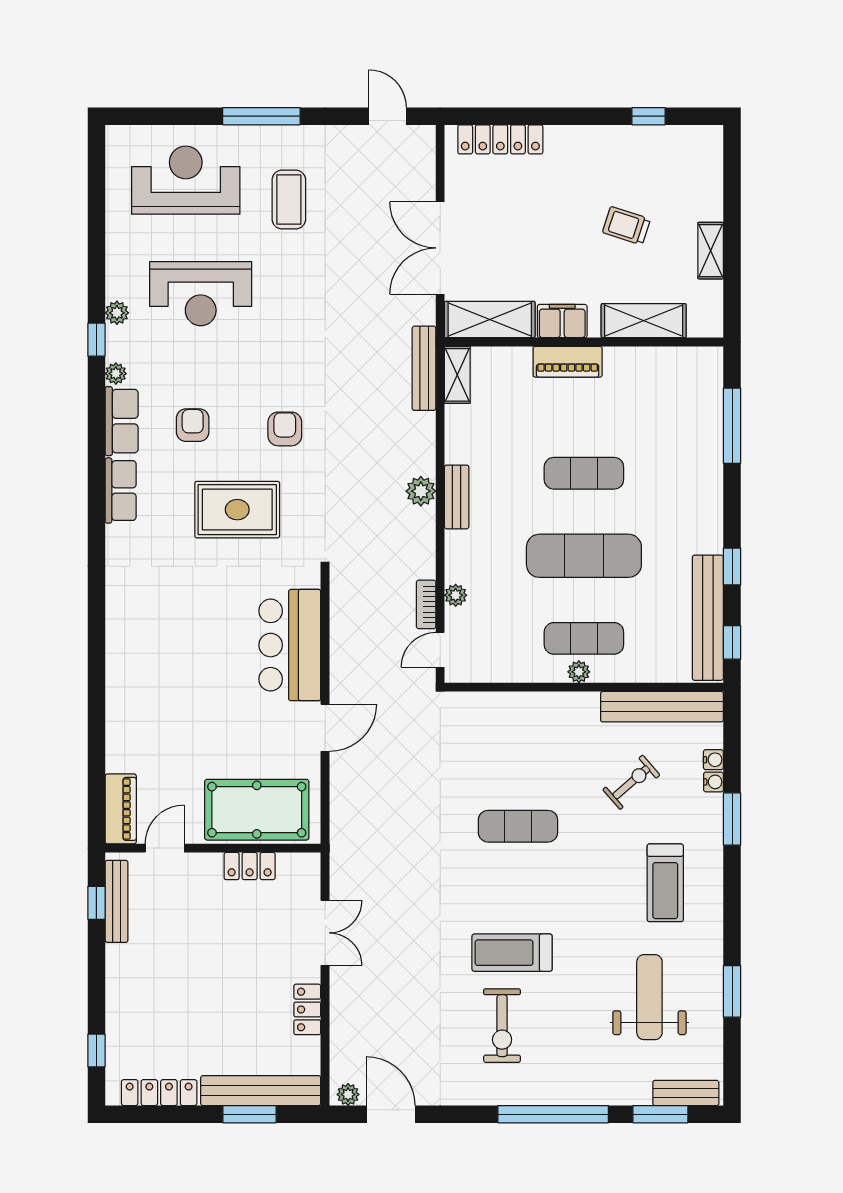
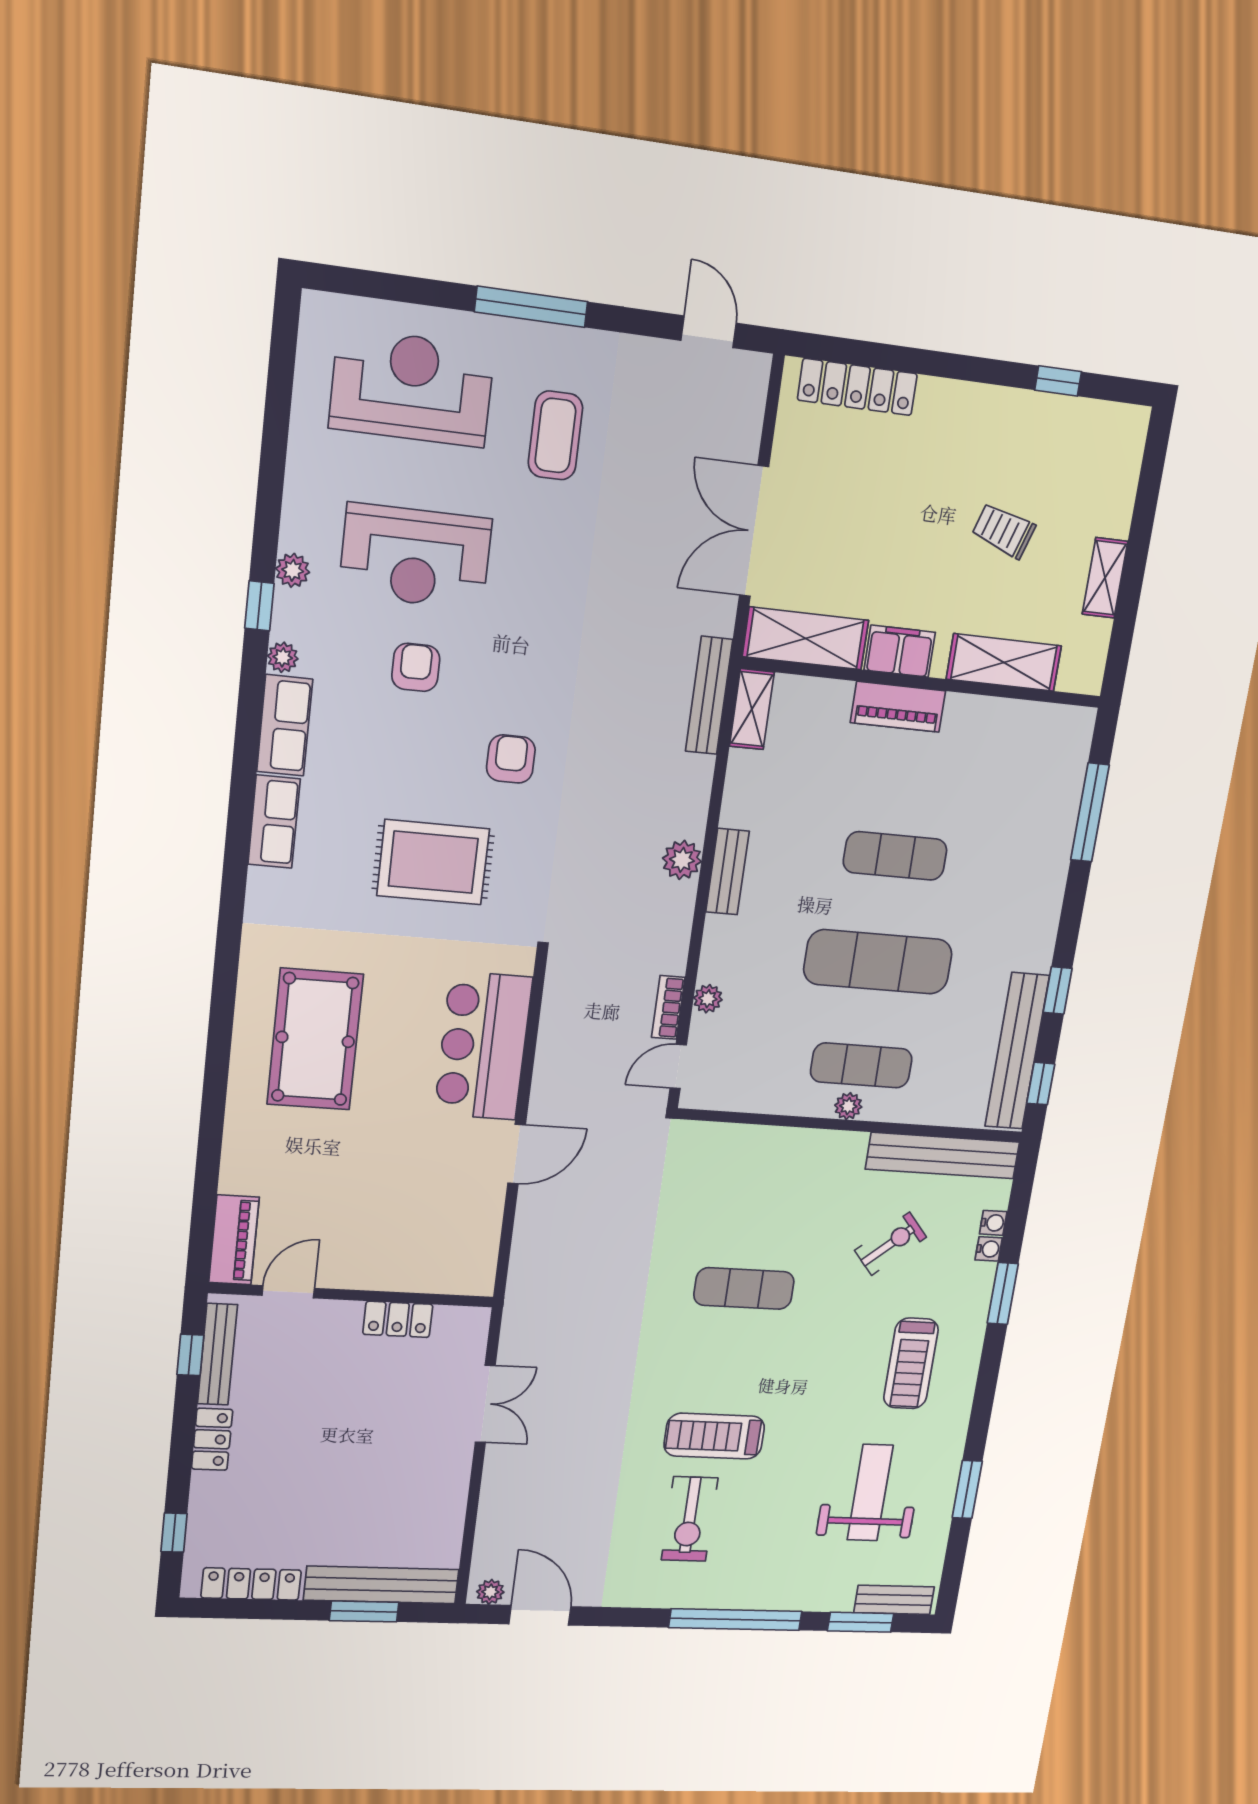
armchair: (193, 425) -> (416, 667), moved
pool table: (257, 810) -> (315, 1039), moved, turned 90
locker: (307, 1009) -> (212, 1439), moved, turned 180

